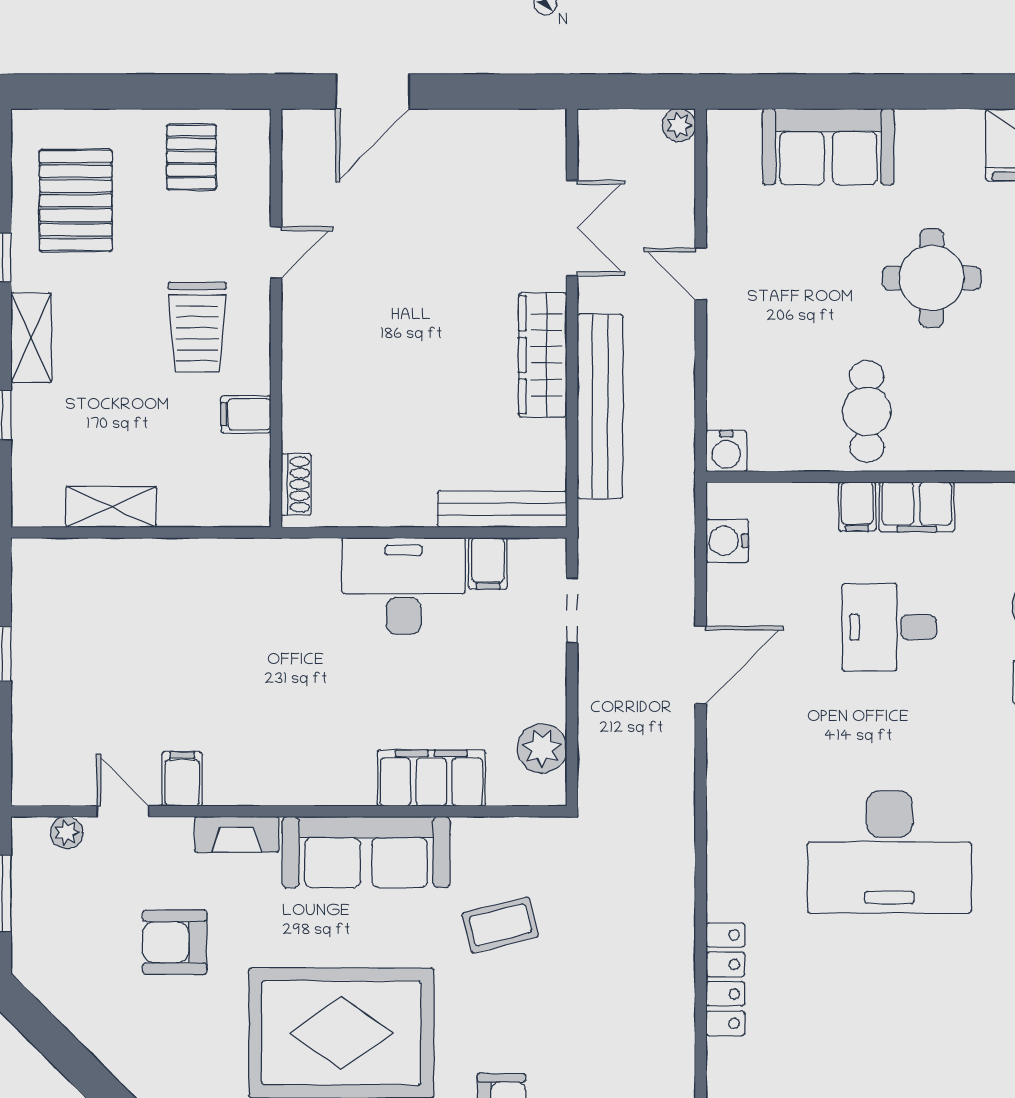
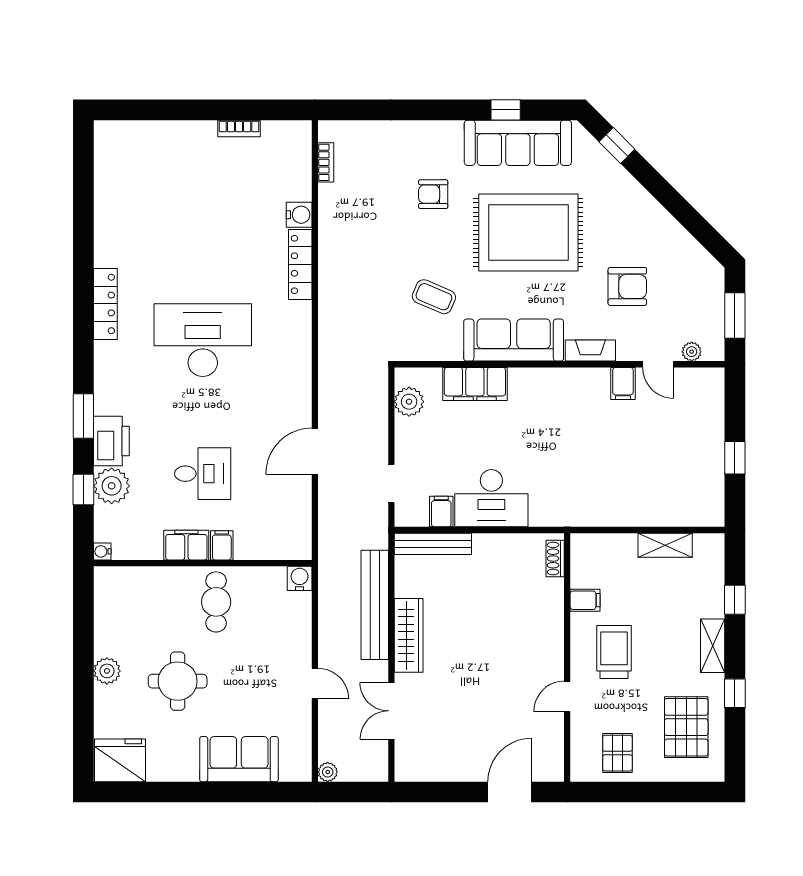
water cooler: (727, 541) -> (299, 215), moved
coffee table: (500, 925) -> (434, 297), turned 37

